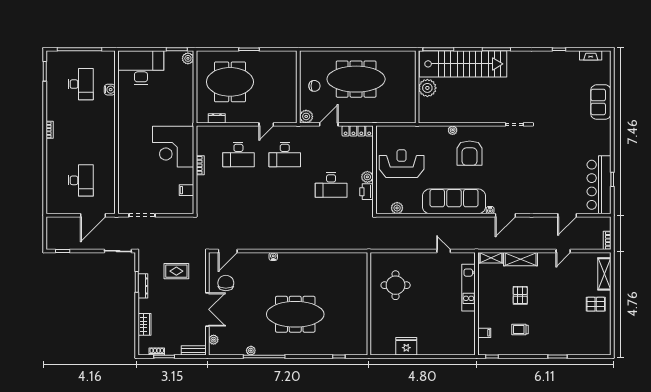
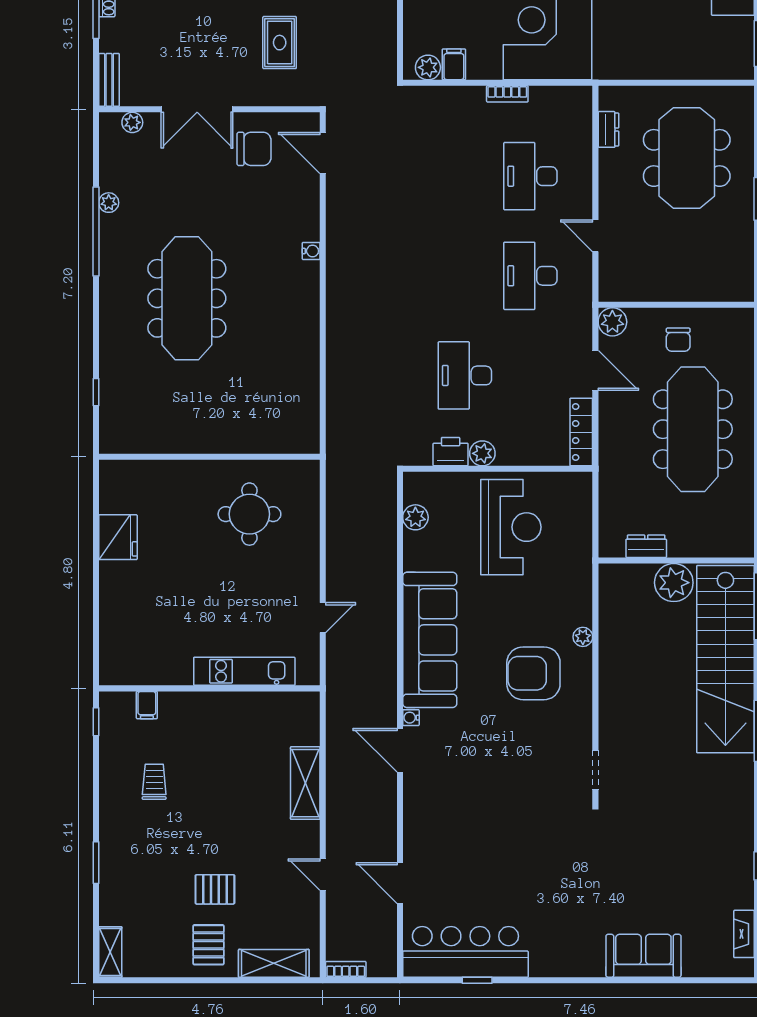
plant: (188, 58) -> (428, 67), moved
dresser: (410, 101) -> (646, 546), added
shelving: (491, 258) -> (110, 952), moved
pallet: (520, 295) -> (215, 889), moved

